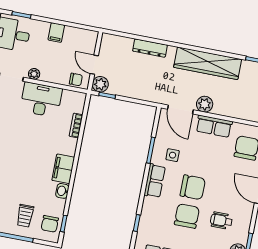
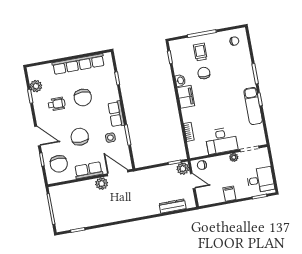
dresser: (150, 48) -> (173, 206), moved
wardrobe: (208, 63) -> (111, 214), removed
chair: (193, 187) -> (80, 137), moved, turned 90
chair: (50, 224) -> (204, 73), moved

